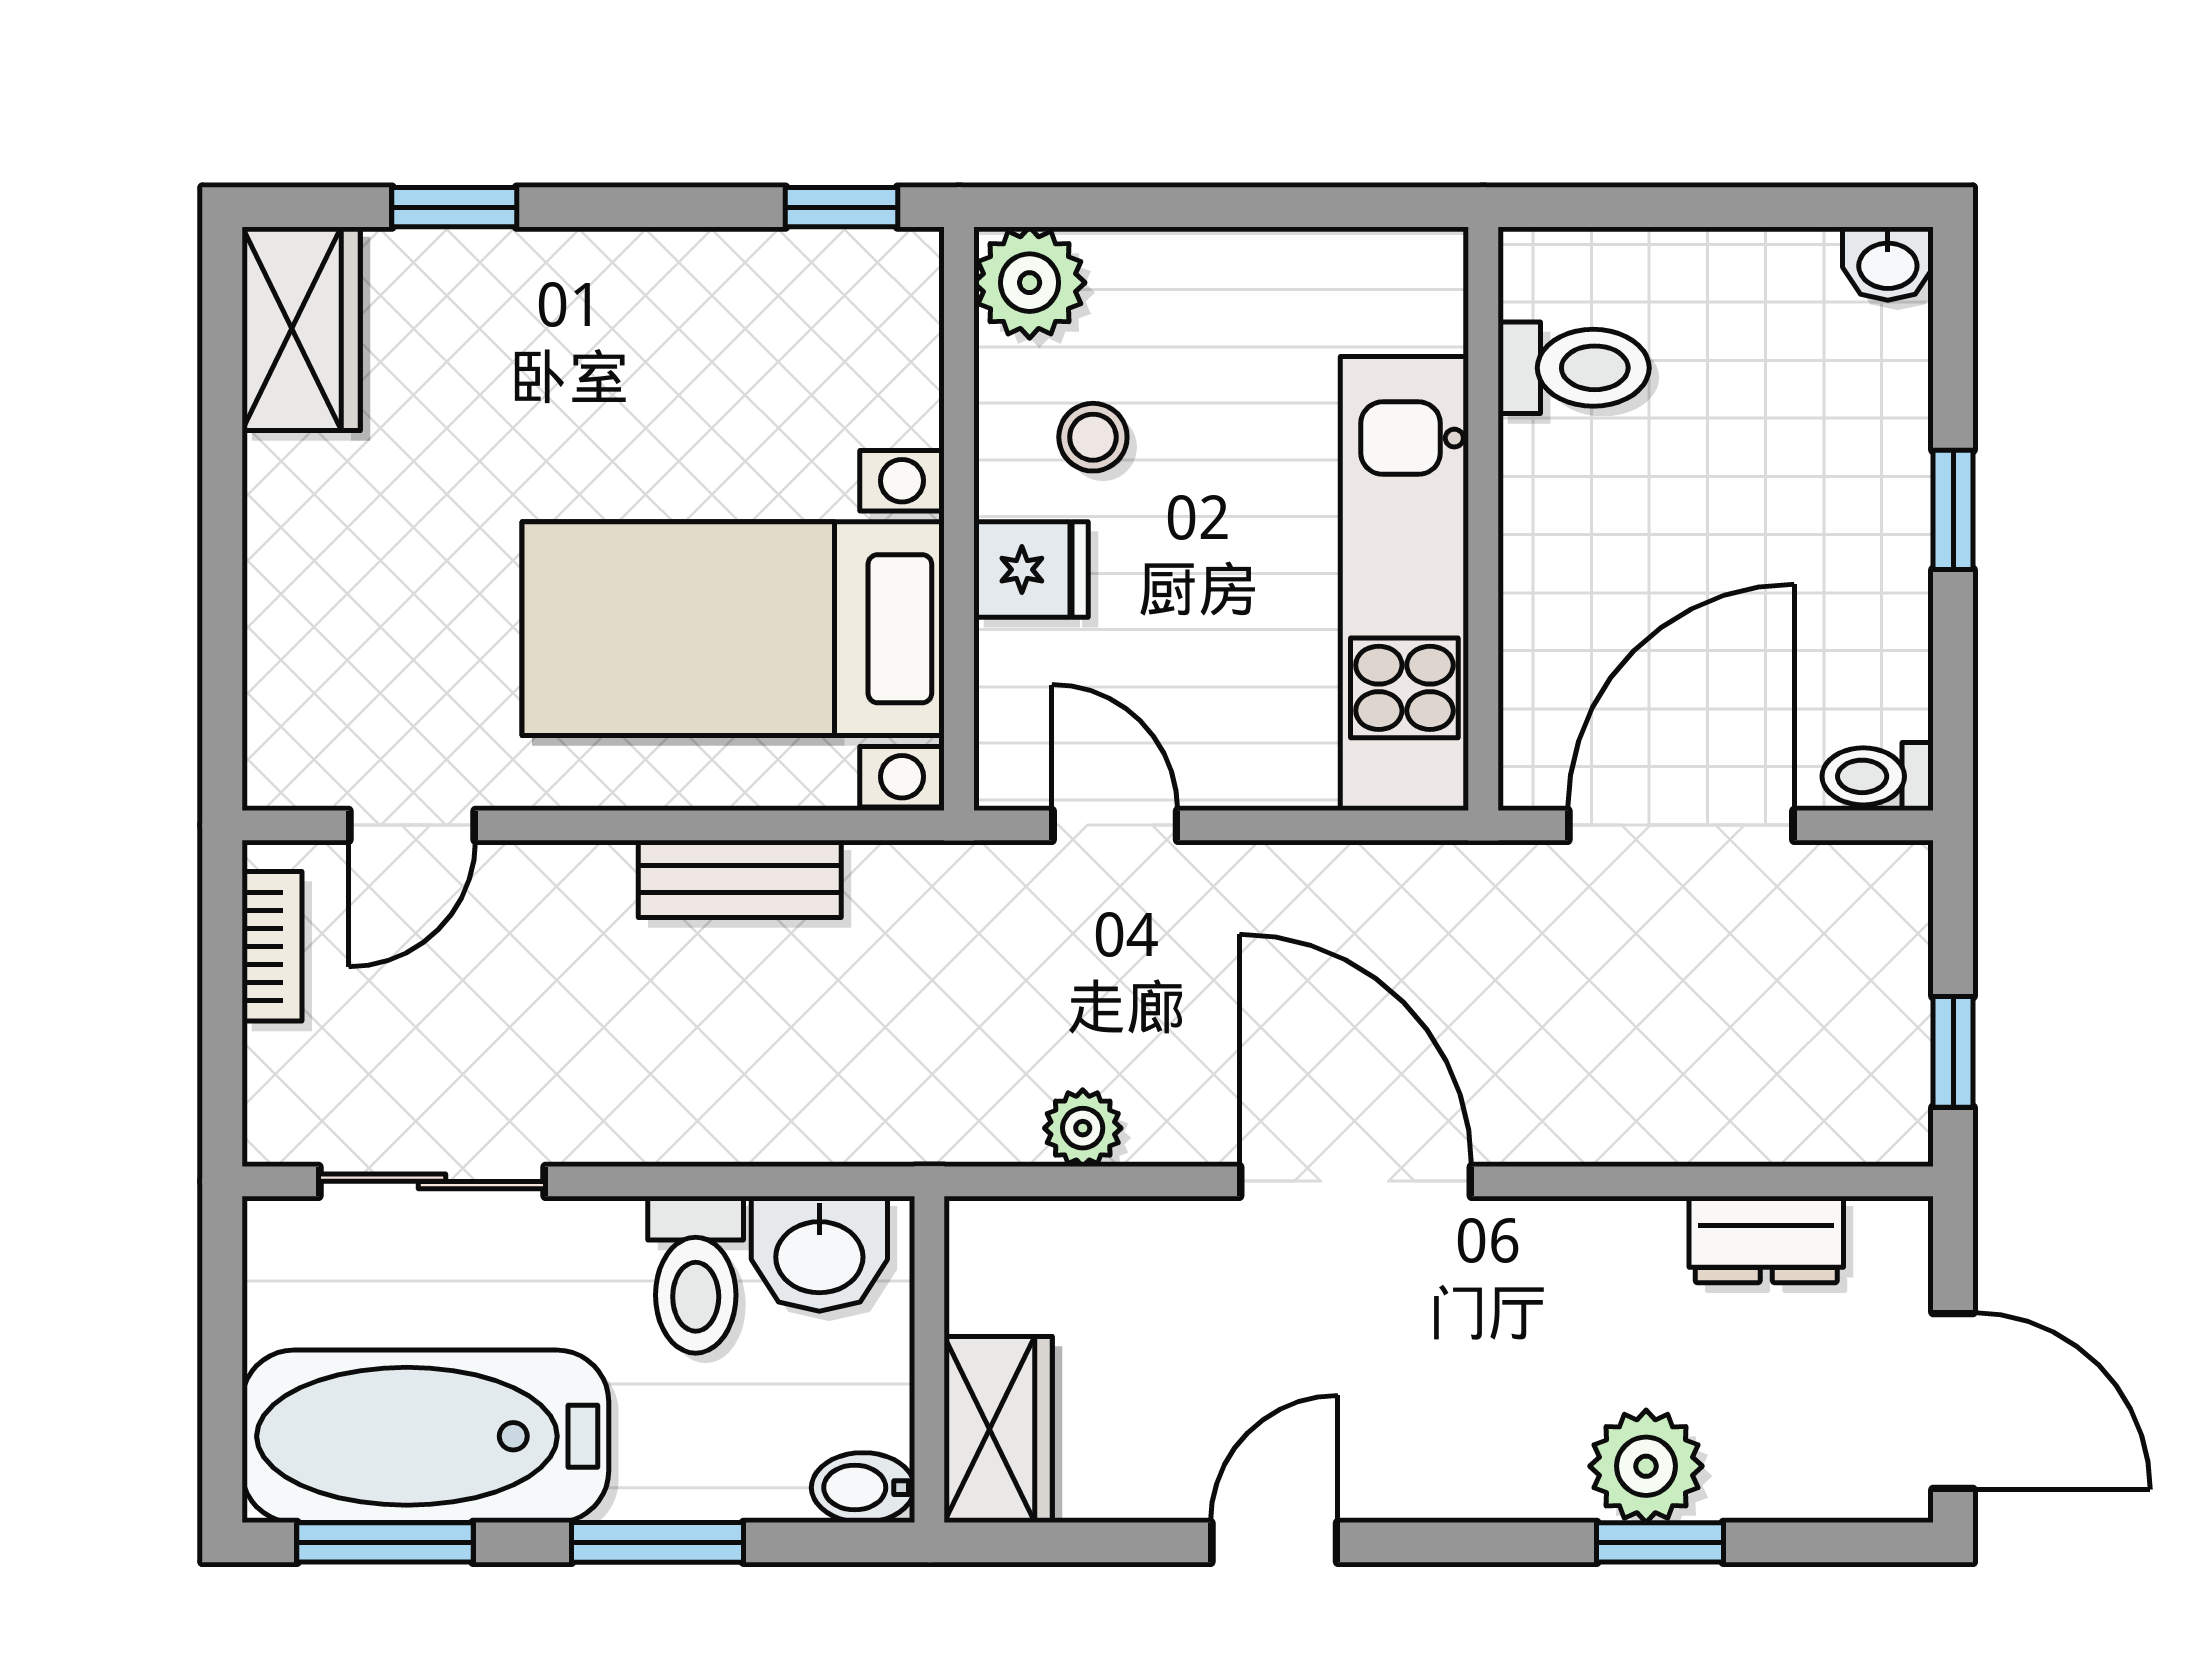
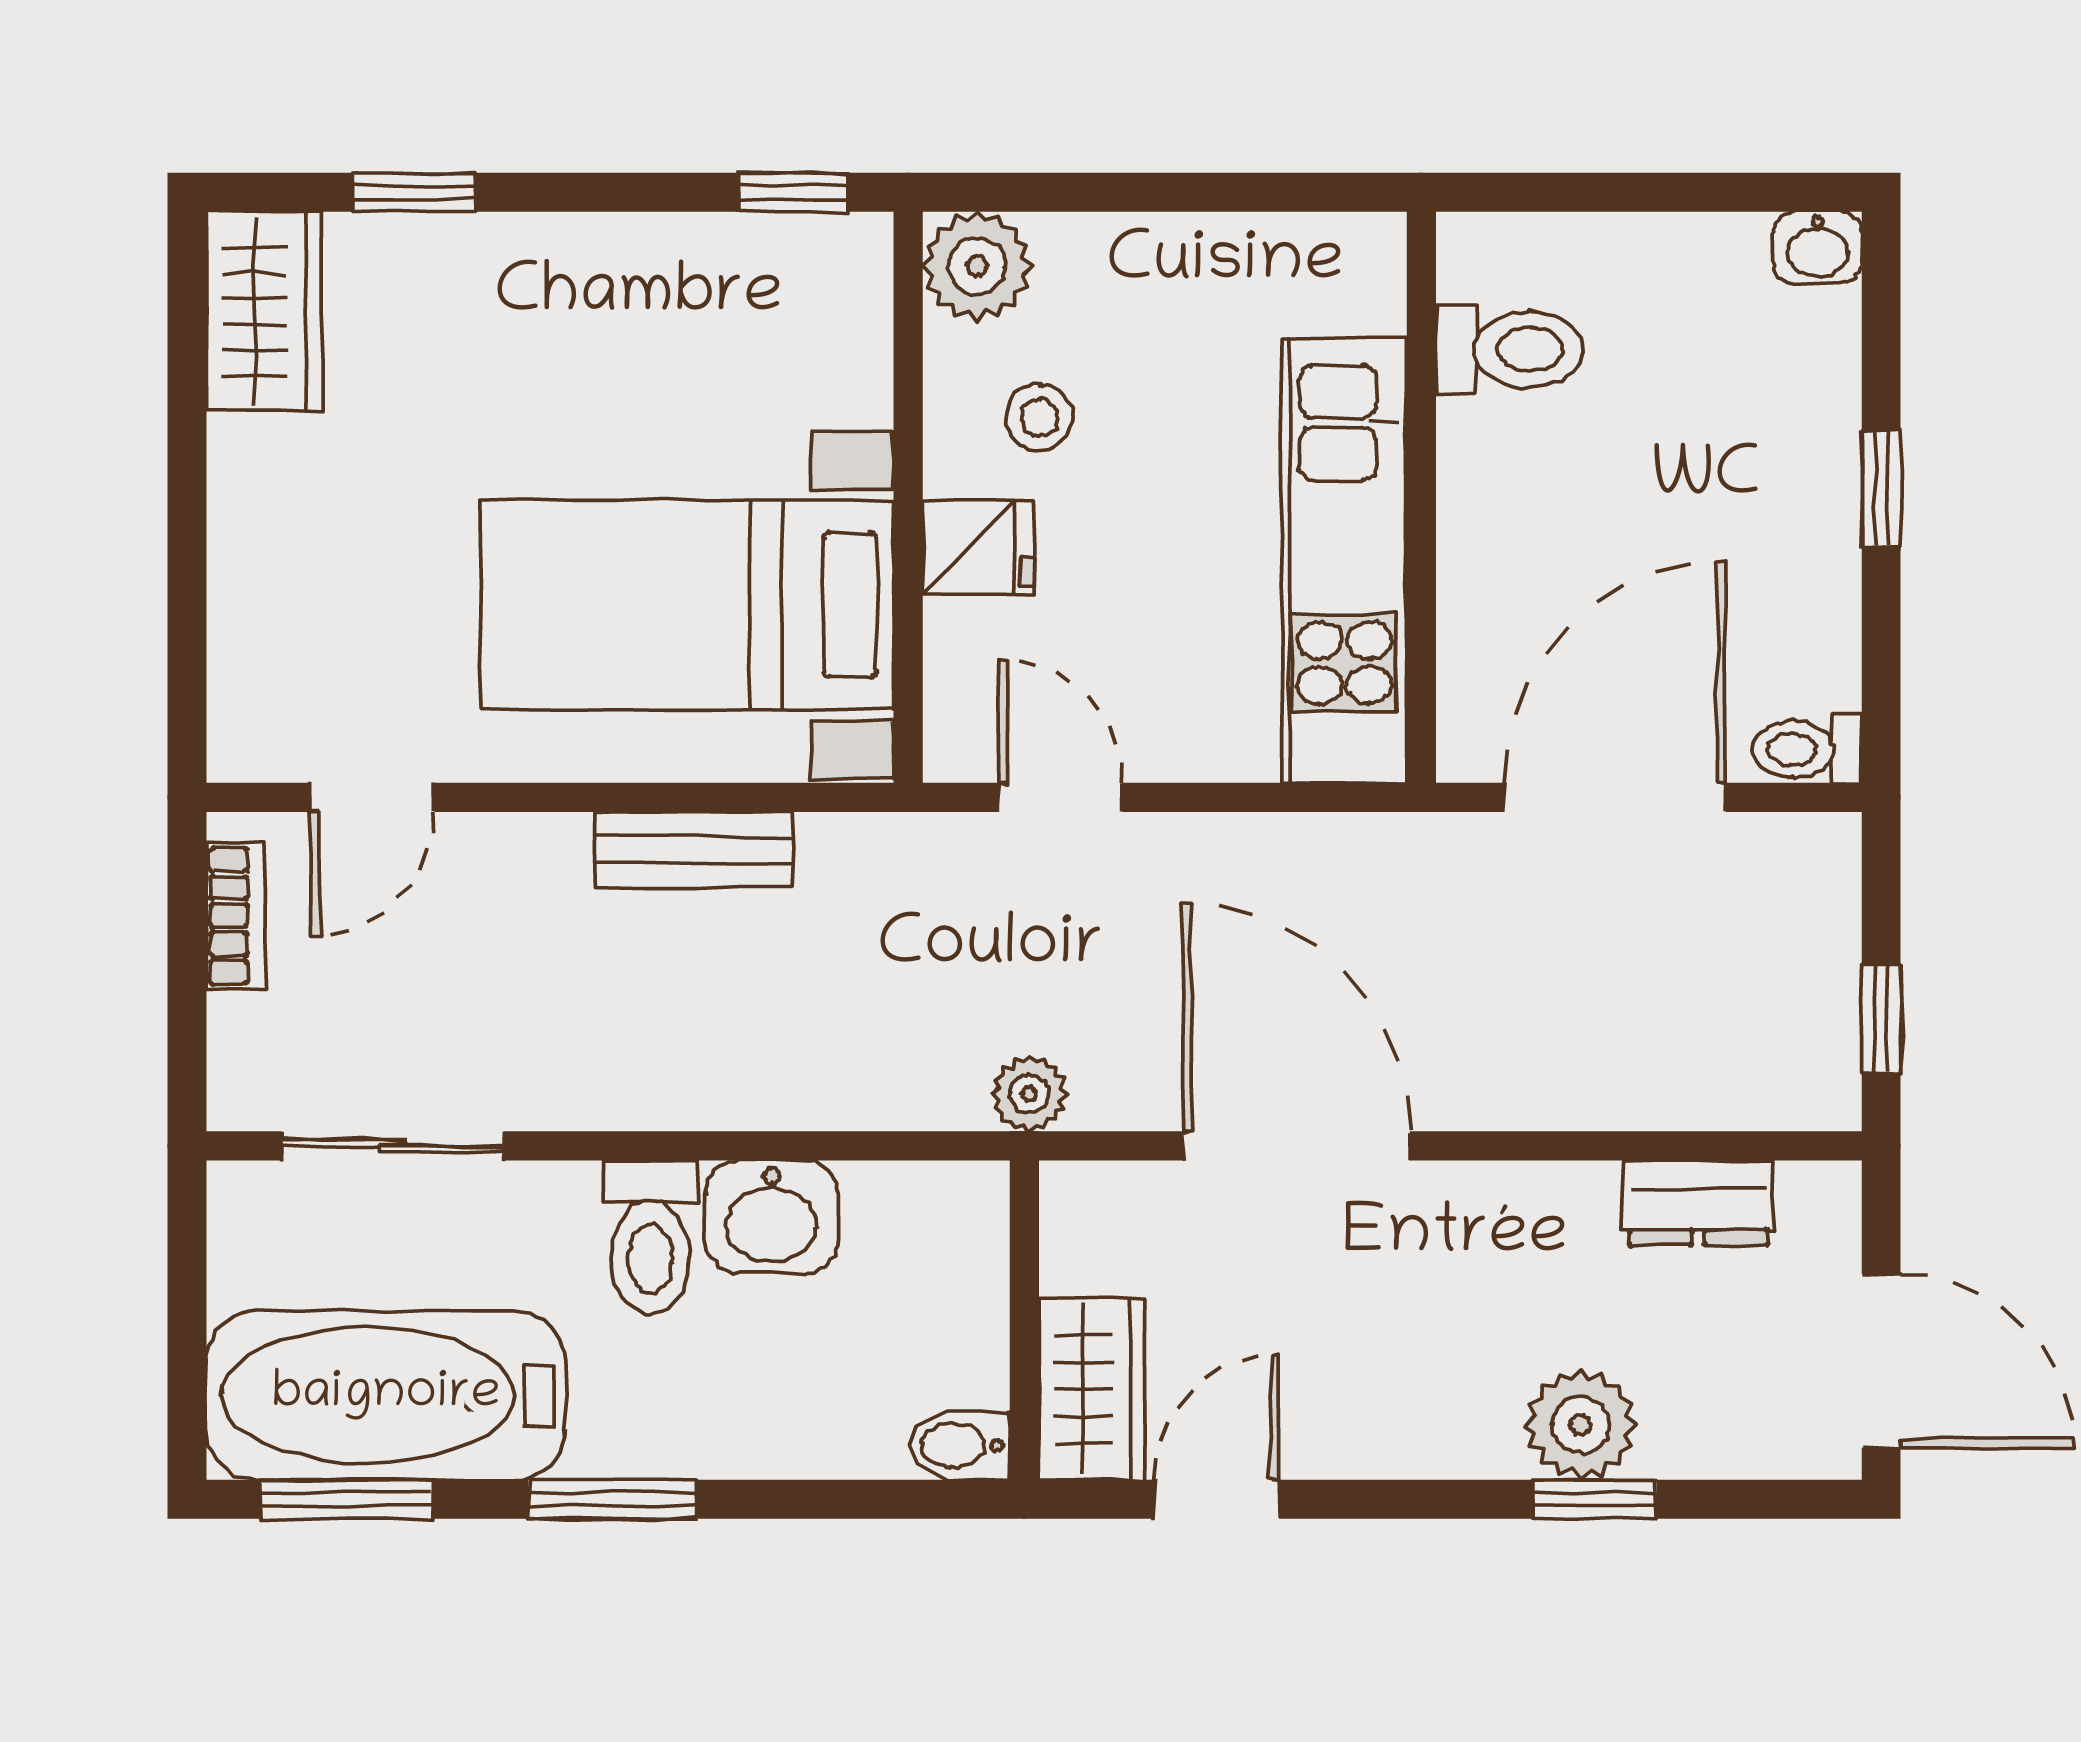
wall: (929, 1359) -> (1024, 1320), moved
wardrobe: (998, 1430) -> (1092, 1389), moved
bidet: (863, 1488) -> (959, 1446), moved

